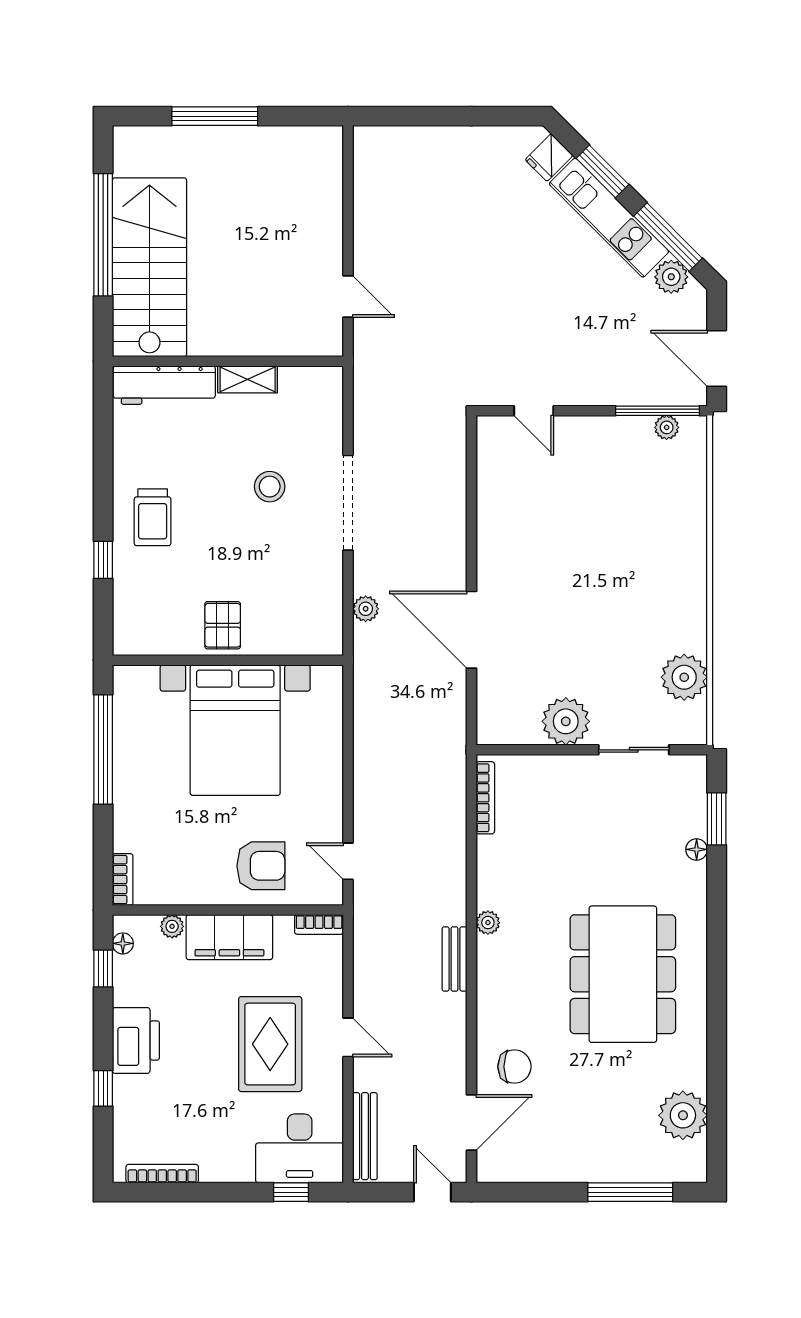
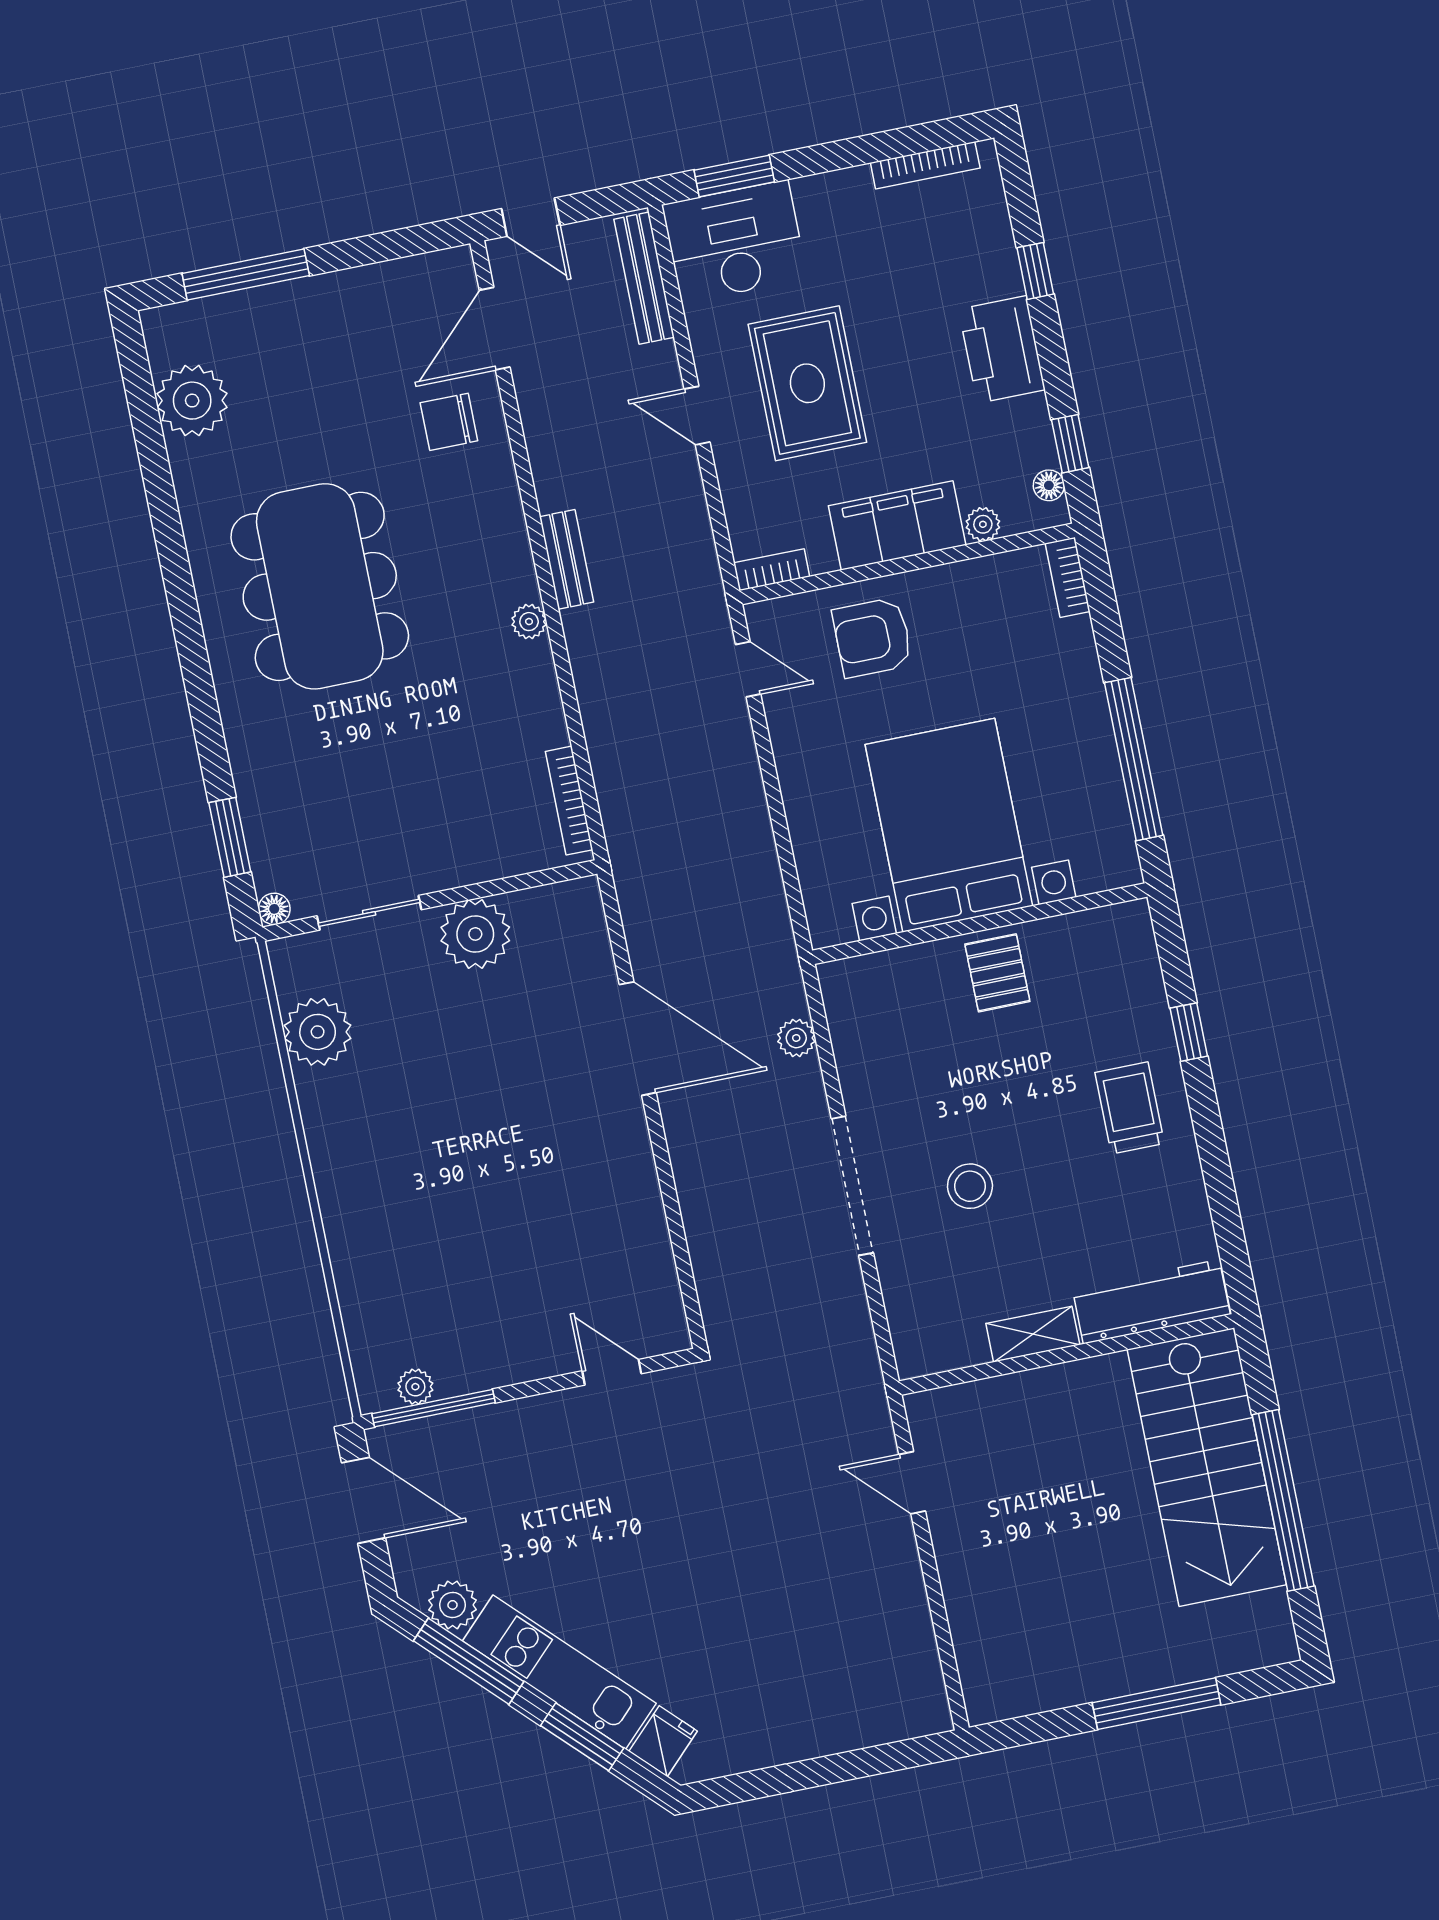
floor lamp: (697, 849) -> (274, 909), moved
window: (291, 1192) -> (734, 176), width x1.50

